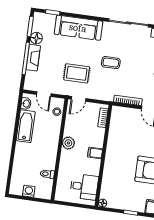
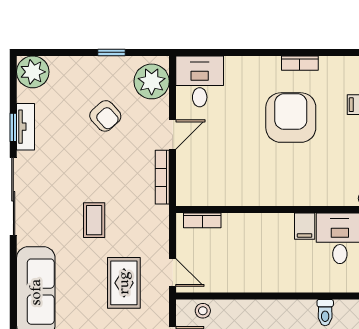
plant: (68, 143) -> (260, 280), removed
filing cabinet: (95, 153) -> (305, 226), moved

